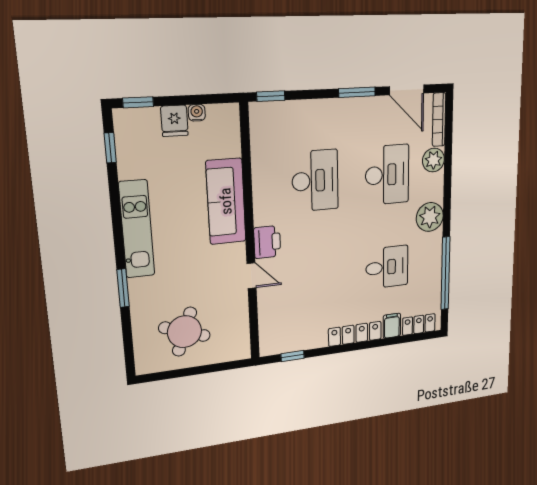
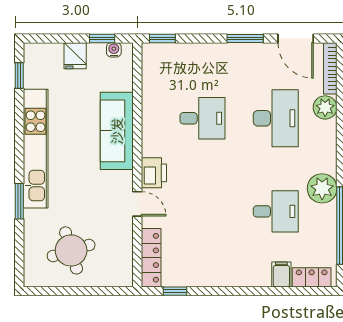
window: (138, 102) -> (102, 39), moved
water cooler: (197, 113) -> (114, 50), moved
desk: (315, 181) -> (202, 118), width x0.73
plant: (430, 217) -> (322, 188), moved
kitchen unit: (137, 229) -> (36, 149), width x1.36
round table: (184, 332) -> (71, 250), turned -37
locker: (355, 334) -> (151, 258), moved, turned 90

